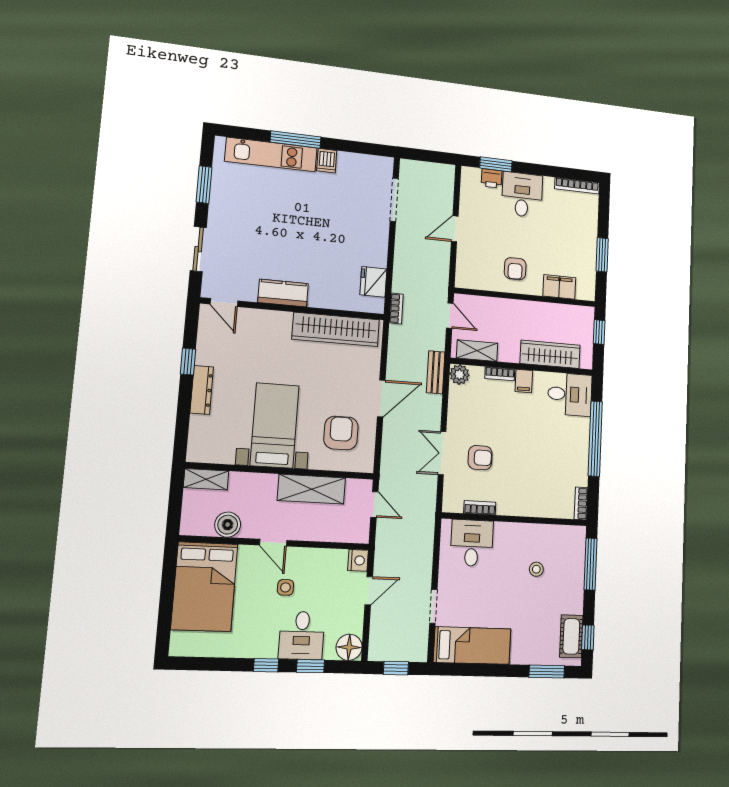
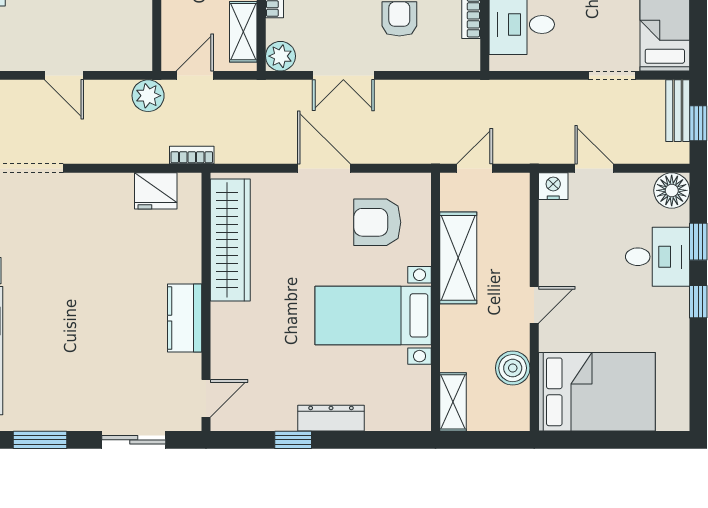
plant: (438, 283) -> (148, 96), added
bench: (436, 372) -> (678, 111), moved, turned 90
double door: (442, 453) -> (343, 75), moved
side table: (285, 587) -> (594, 283), removed

